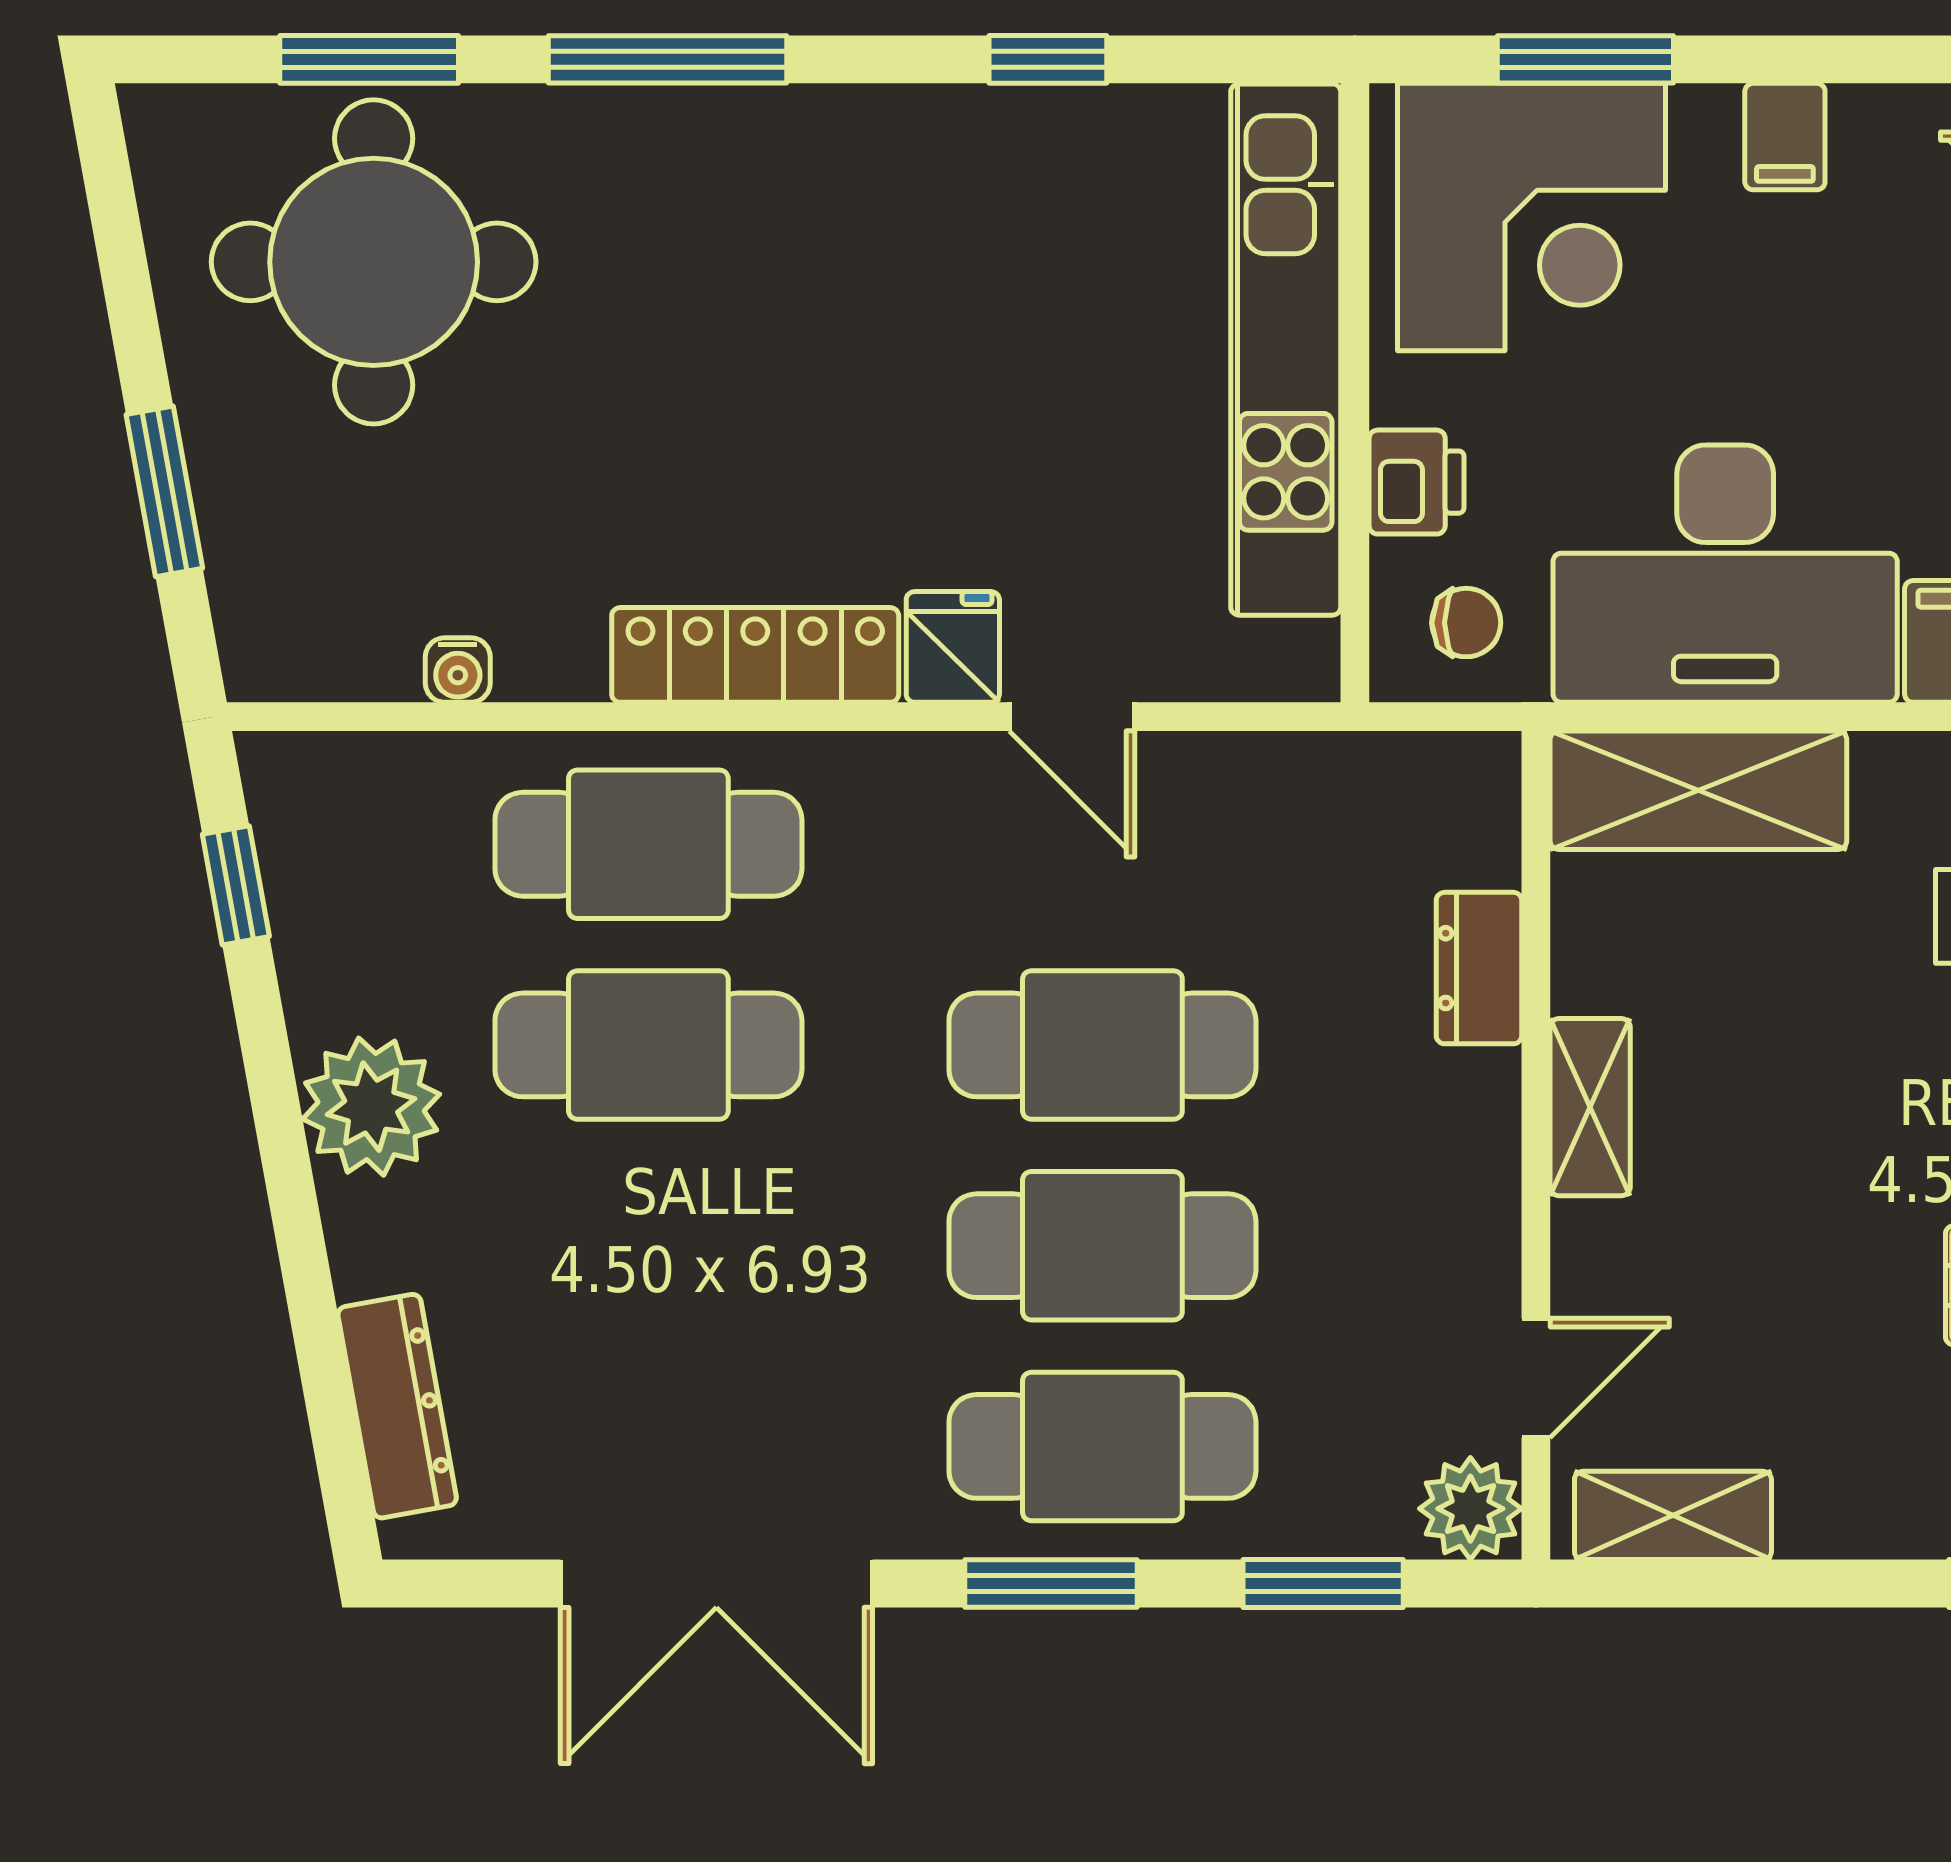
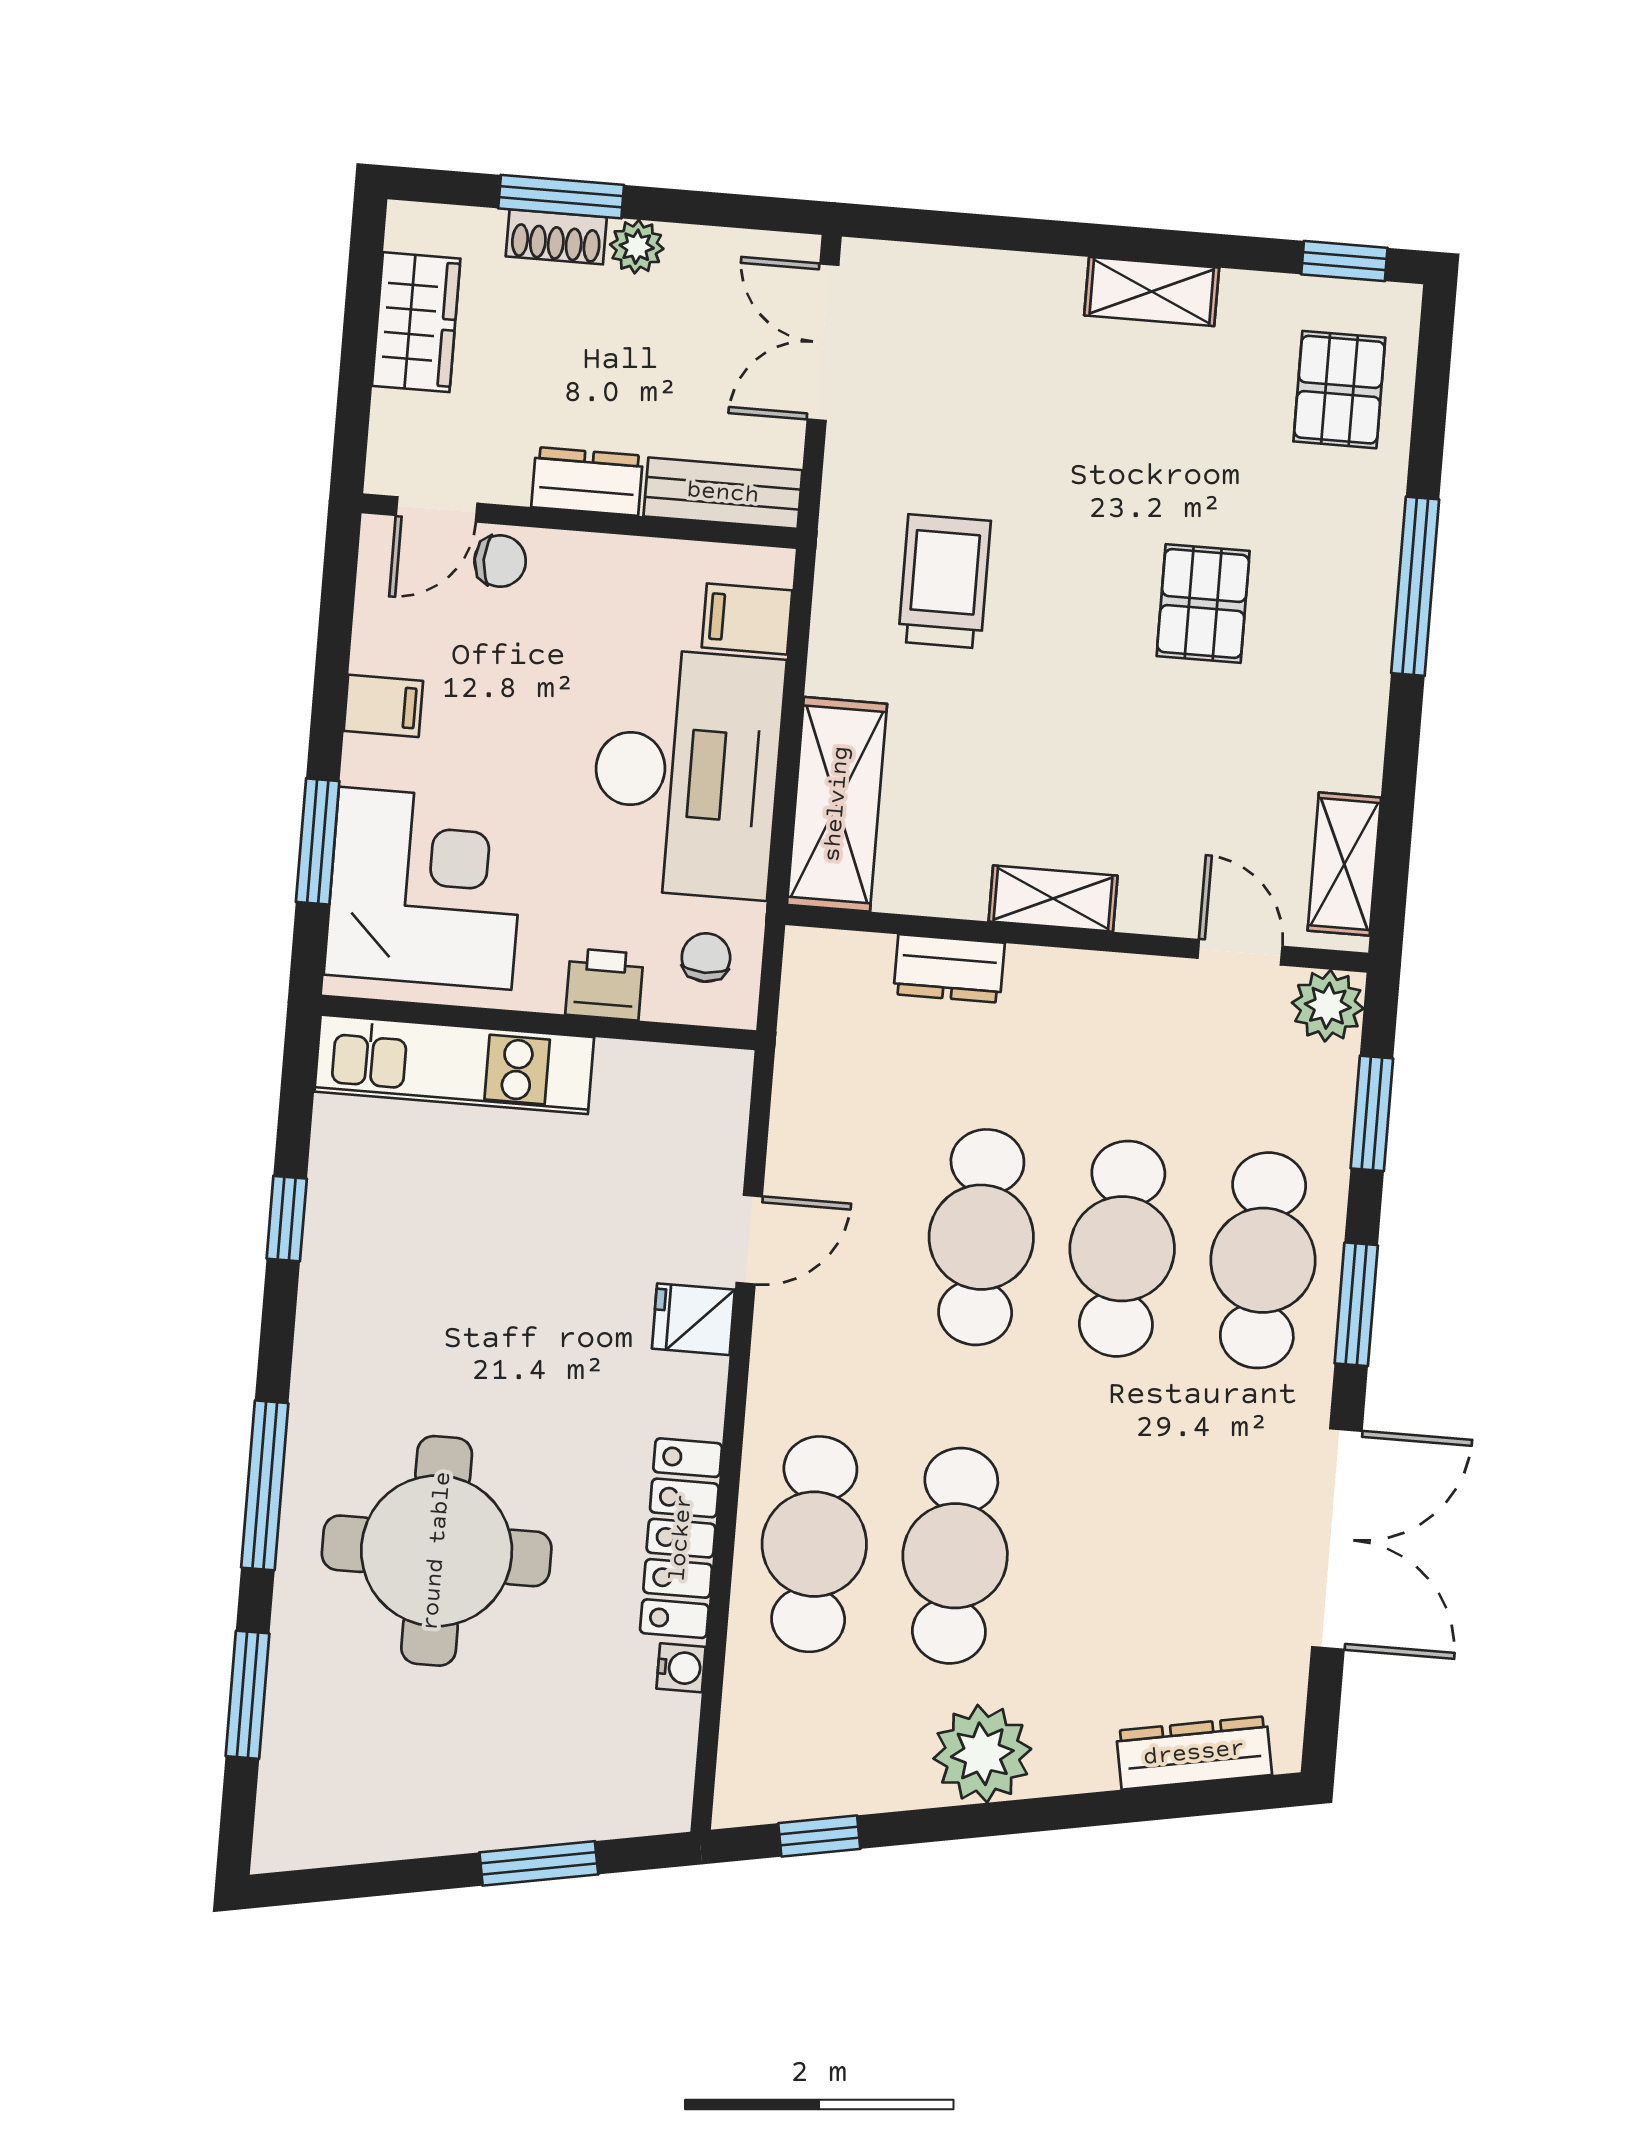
round table: (374, 262) -> (437, 1551), moved
kitchen unit: (1286, 350) -> (454, 1064), width x0.73
locker: (755, 655) -> (681, 1538), moved

